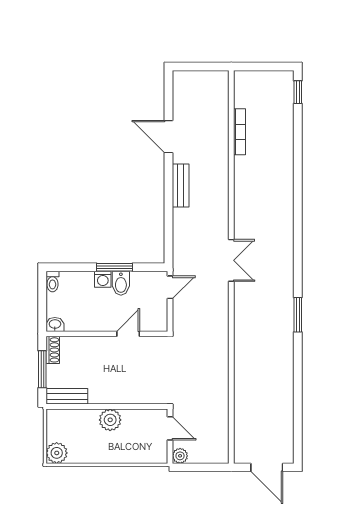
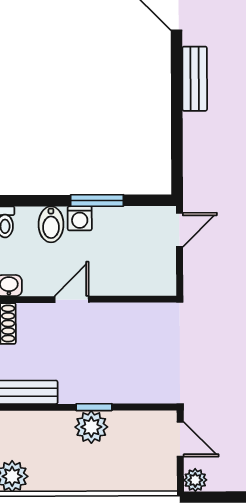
bidet: (121, 283) -> (51, 224), moved
door: (128, 334) -> (72, 299), moved
window: (112, 407) -> (94, 407), added

